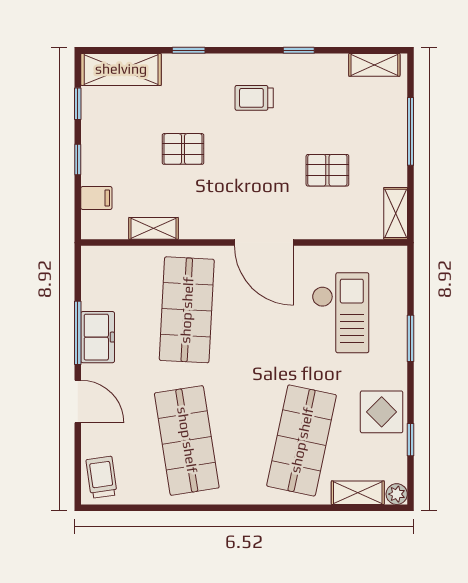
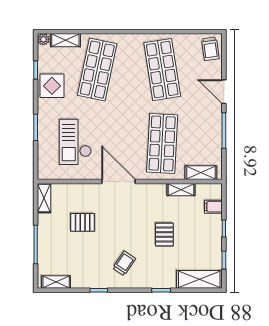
trolley: (254, 98) -> (124, 263), turned -56
pallet: (183, 149) -> (164, 234), turned 90
shelving: (118, 258) -> (201, 173), added
freezer: (98, 337) -> (213, 128), removed

